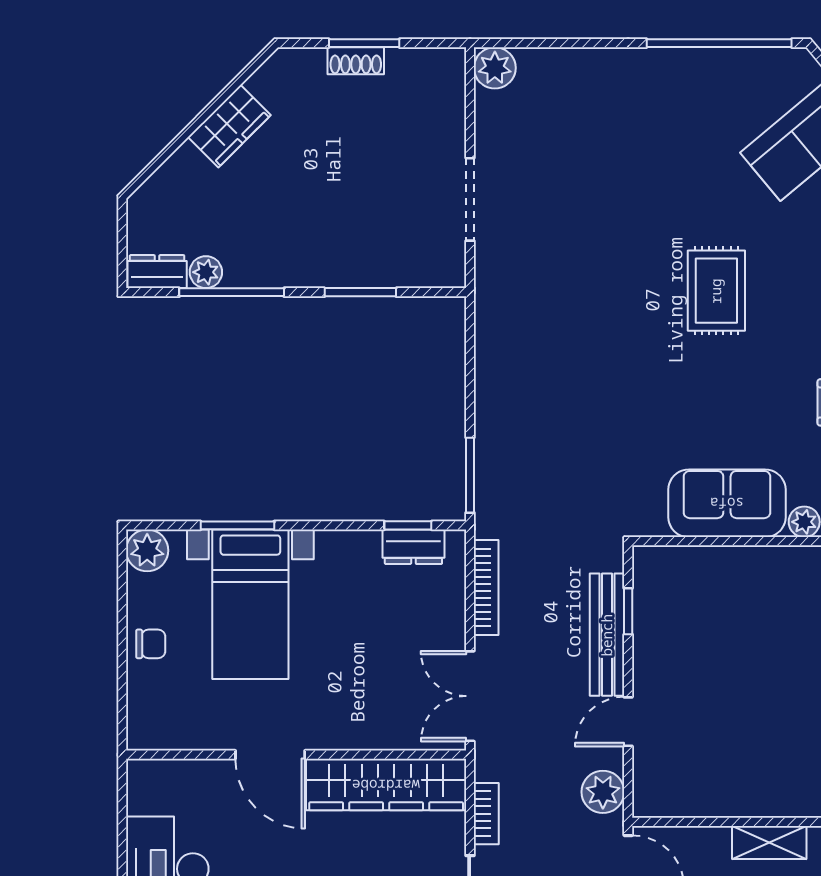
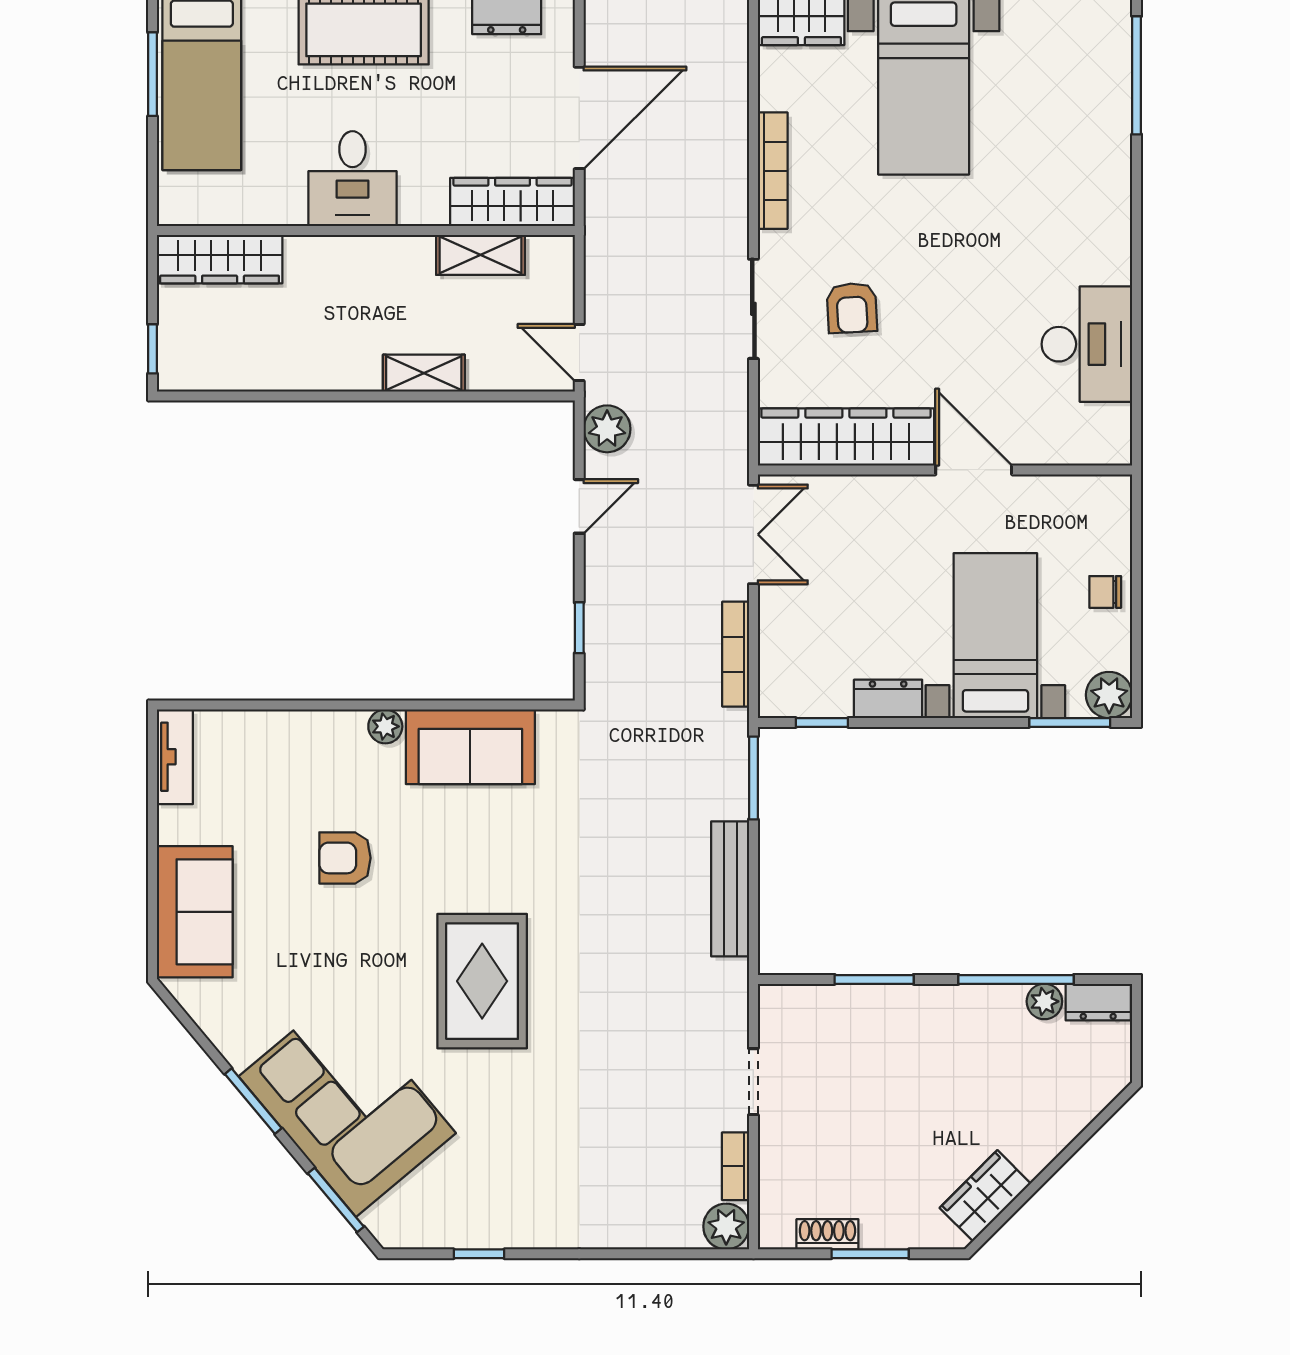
window: (719, 43) -> (479, 1254), width x0.32
shoe rack: (356, 61) -> (827, 1234), moved
wardrobe: (229, 126) -> (985, 1196), moved
doorway: (470, 199) -> (753, 1082), width x0.73
rug: (716, 291) -> (482, 981), width x1.36, depth x1.43
window: (237, 525) -> (1070, 722), moved
dresser: (413, 547) -> (888, 699), moved
bench: (607, 635) -> (730, 889), moved
bookcase: (486, 814) -> (736, 1166), moved

